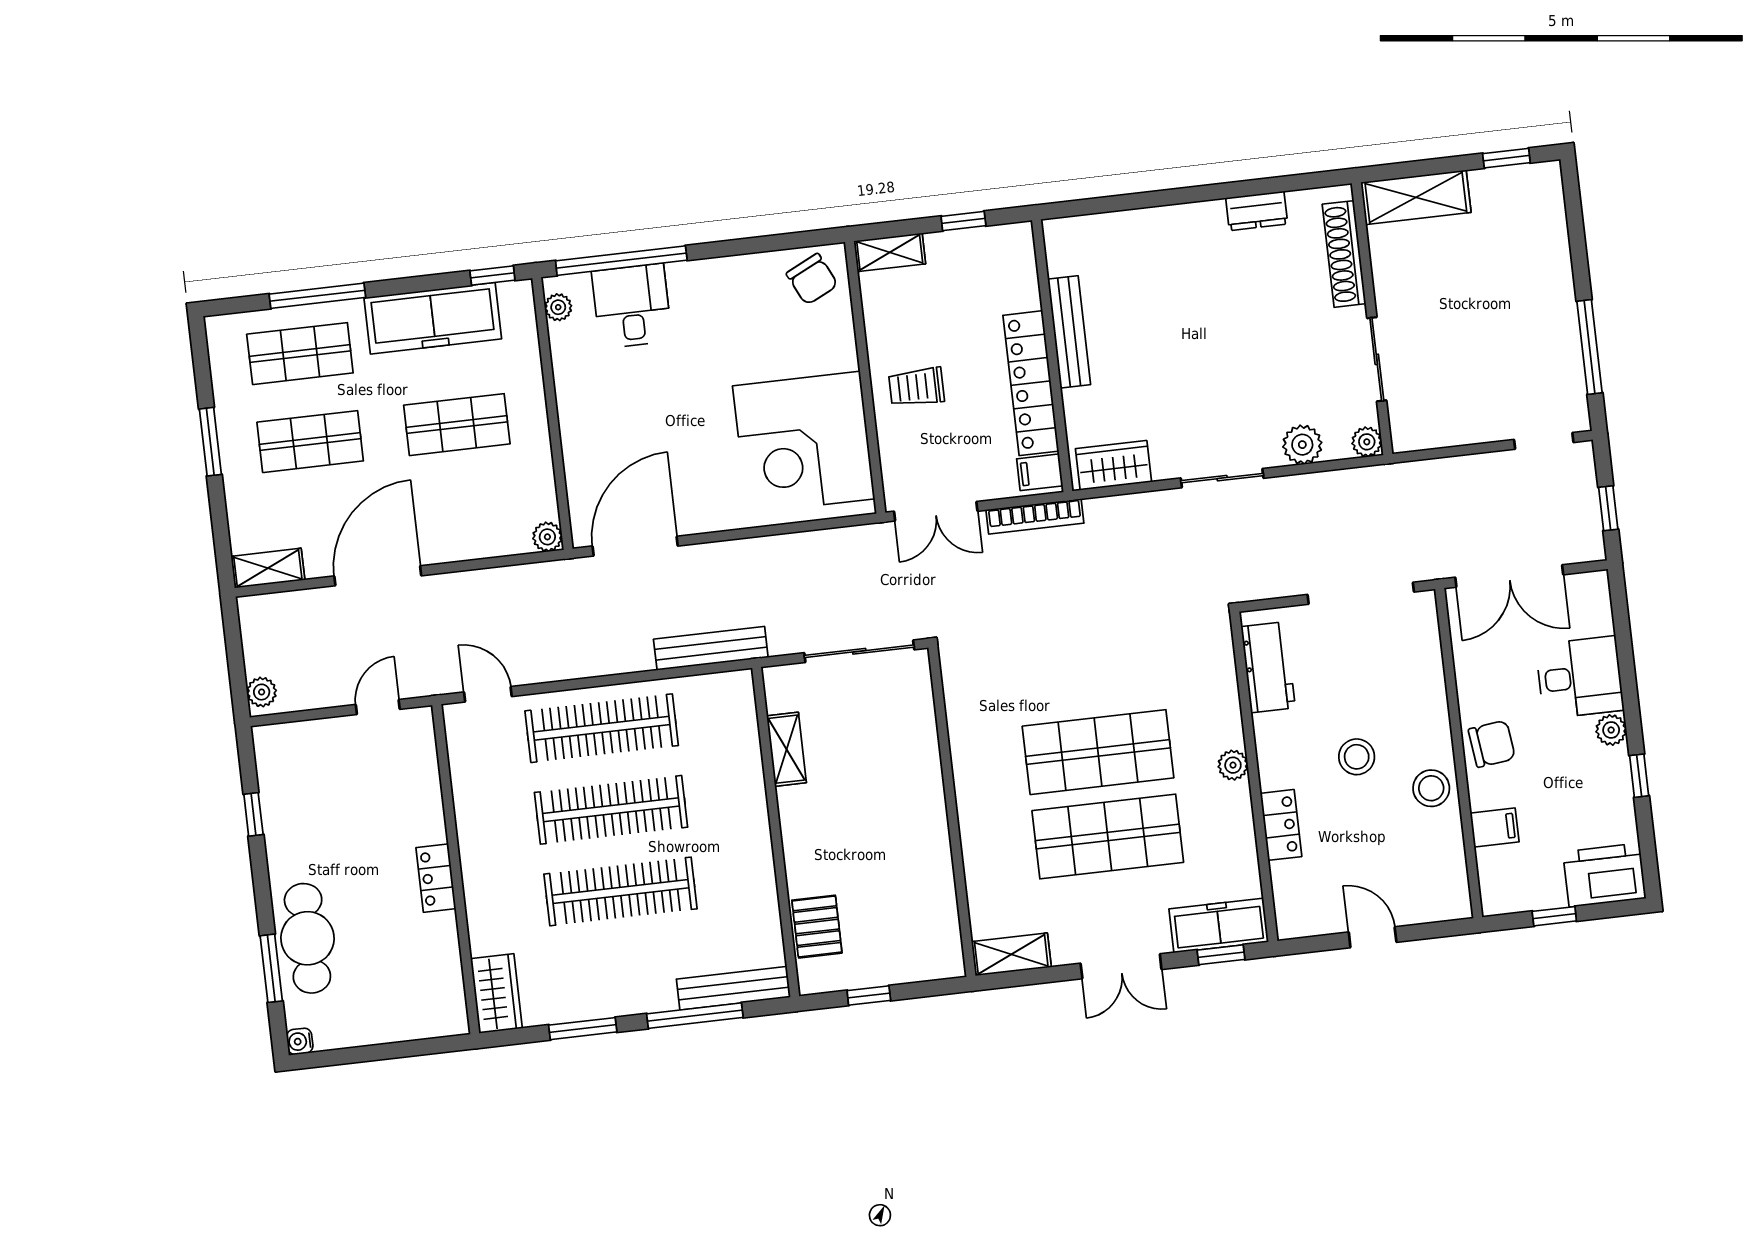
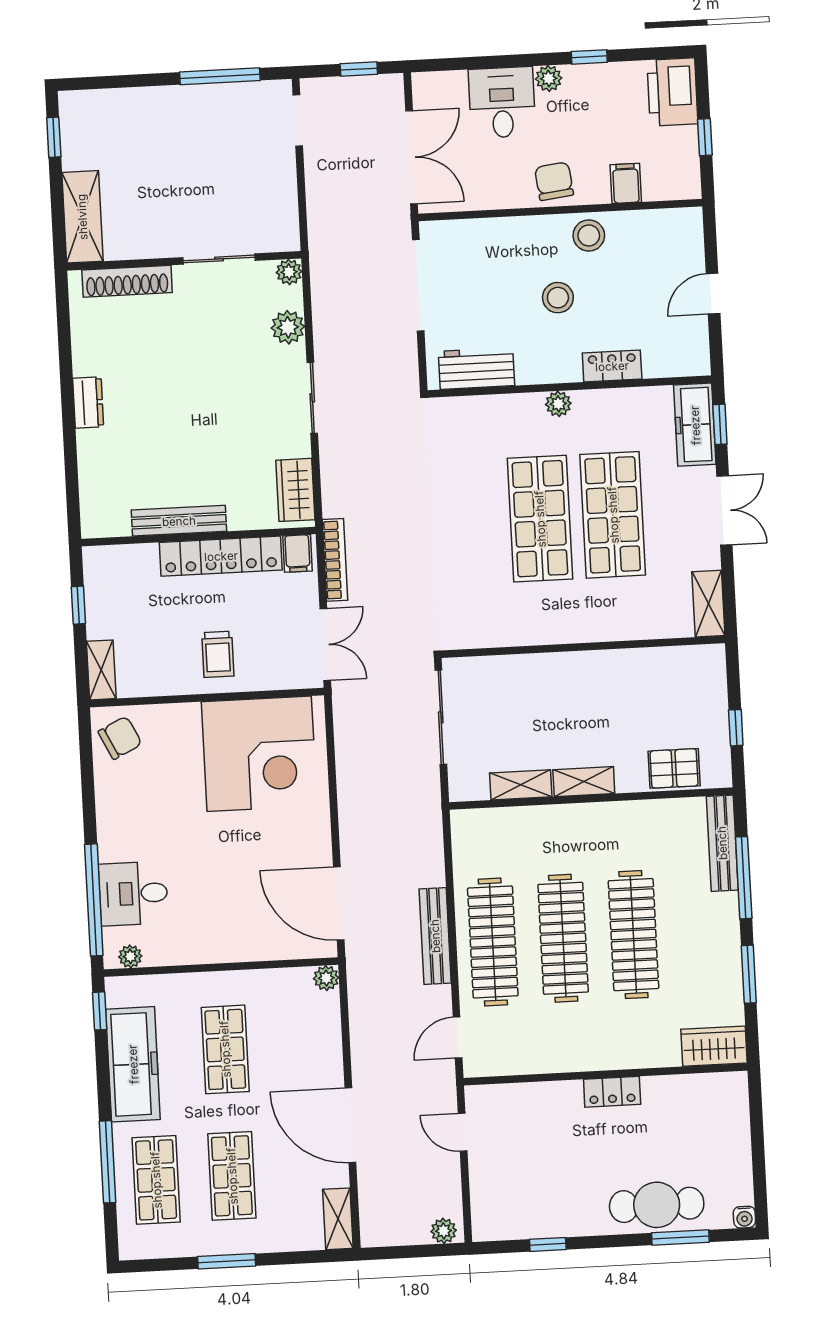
dresser: (1257, 211) -> (88, 402), moved
bench: (711, 648) -> (435, 936), moved
shelving: (795, 822) -> (584, 782), added

